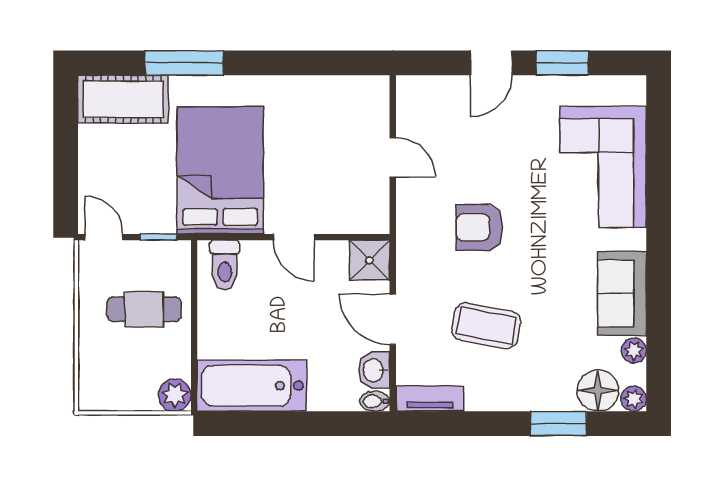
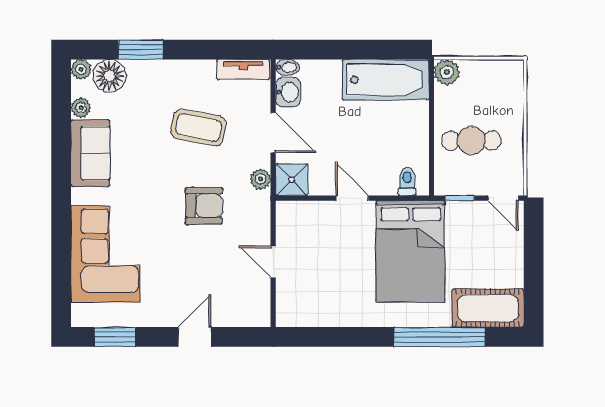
window: (184, 63) -> (439, 337), width x1.46
window: (562, 63) -> (115, 337), moved
plant: (408, 261) -> (261, 179), added
toilet: (225, 265) -> (407, 181), width x0.73, depth x0.72

